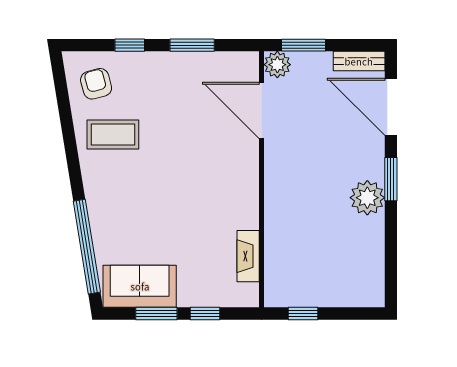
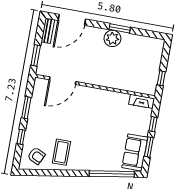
plant: (277, 65) -> (43, 69), removed
armchair: (96, 84) -> (36, 156), turned -139
window: (391, 179) -> (120, 28), moved
fireplace: (248, 256) -> (142, 101), moved

